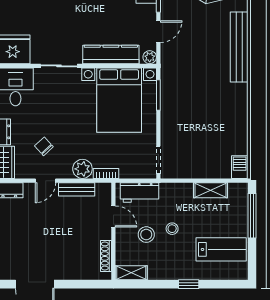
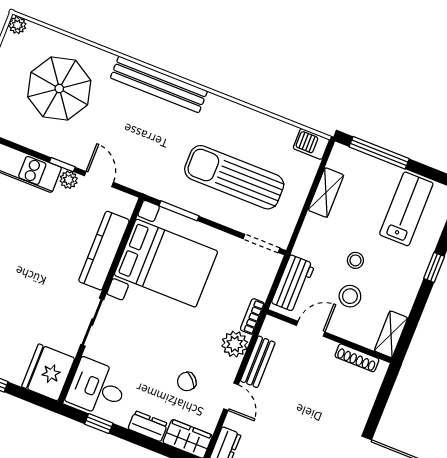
plant: (150, 57) -> (69, 180), moved
sun lounger: (196, 123) -> (234, 177), added

